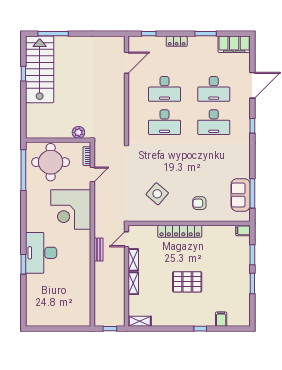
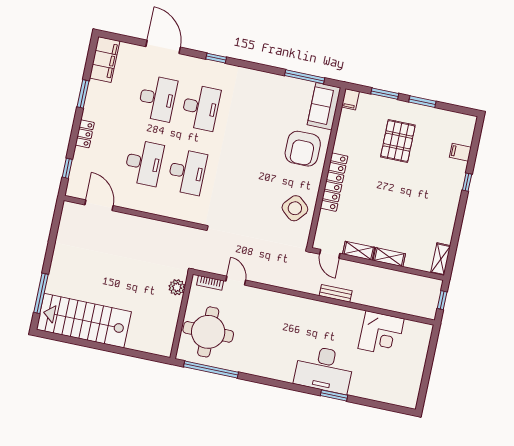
window: (23, 74) -> (85, 343), removed
side table: (157, 194) -> (295, 208), moved
sofa: (241, 195) -> (324, 106), moved, turned 90
armchair: (199, 203) -> (303, 149), width x1.88, depth x1.88
corner desk: (71, 209) -> (381, 334), moved, width x0.74, depth x0.74
pallet: (187, 282) -> (398, 141), moved

